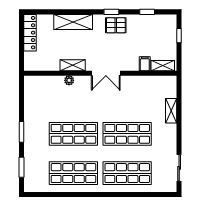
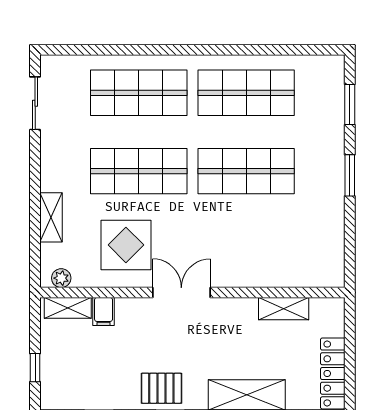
shelving: (73, 65) -> (284, 309), moved
plant: (69, 80) -> (61, 278), moved
display table: (134, 97) -> (126, 245), added

